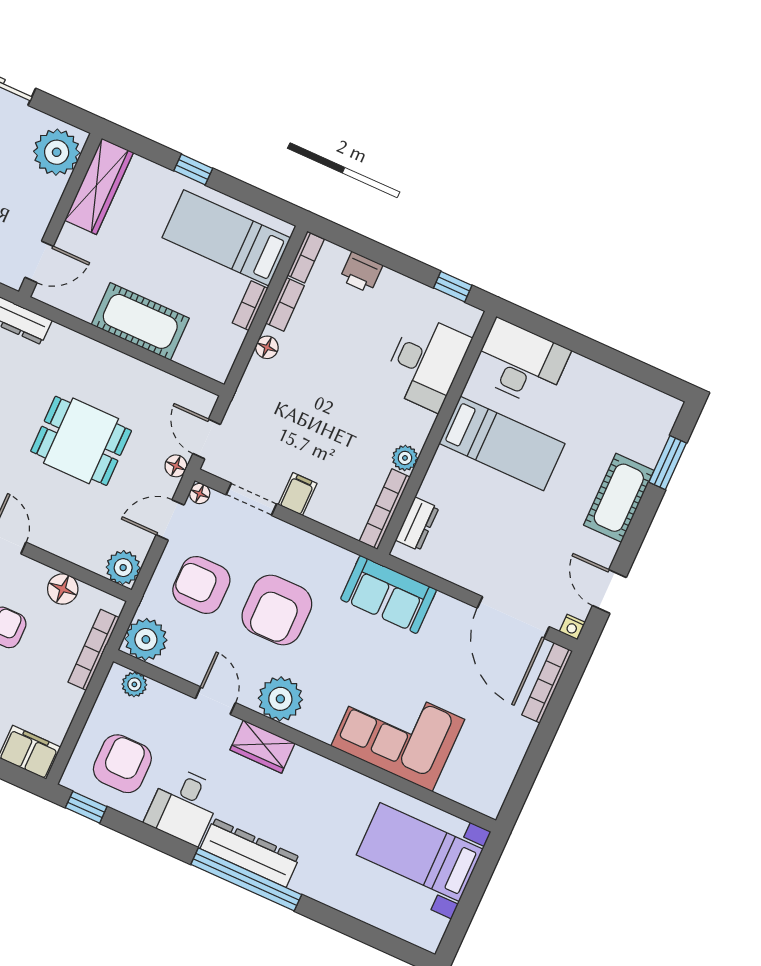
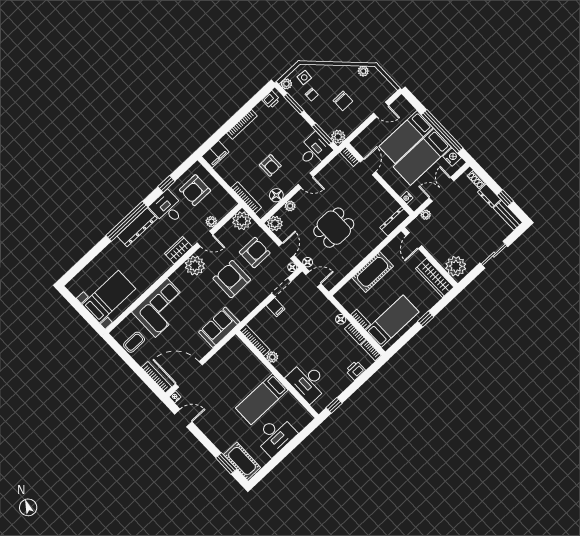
desk: (521, 363) -> (275, 436), moved
cot: (619, 498) -> (242, 461), moved
dresser: (417, 524) -> (243, 351), removed
plant: (74, 551) -> (290, 206), added
plant: (134, 684) -> (211, 222), moved
coffee table: (493, 760) -> (134, 342), added
armchair: (122, 764) -> (195, 190), turned 90
window: (86, 807) -> (166, 184), moved

